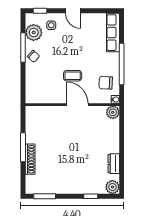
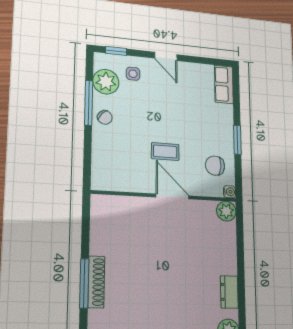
row of seats: (113, 33) -> (224, 84), width x0.68
window: (122, 64) -> (237, 140), width x0.47
window: (23, 147) -> (84, 283), moved

